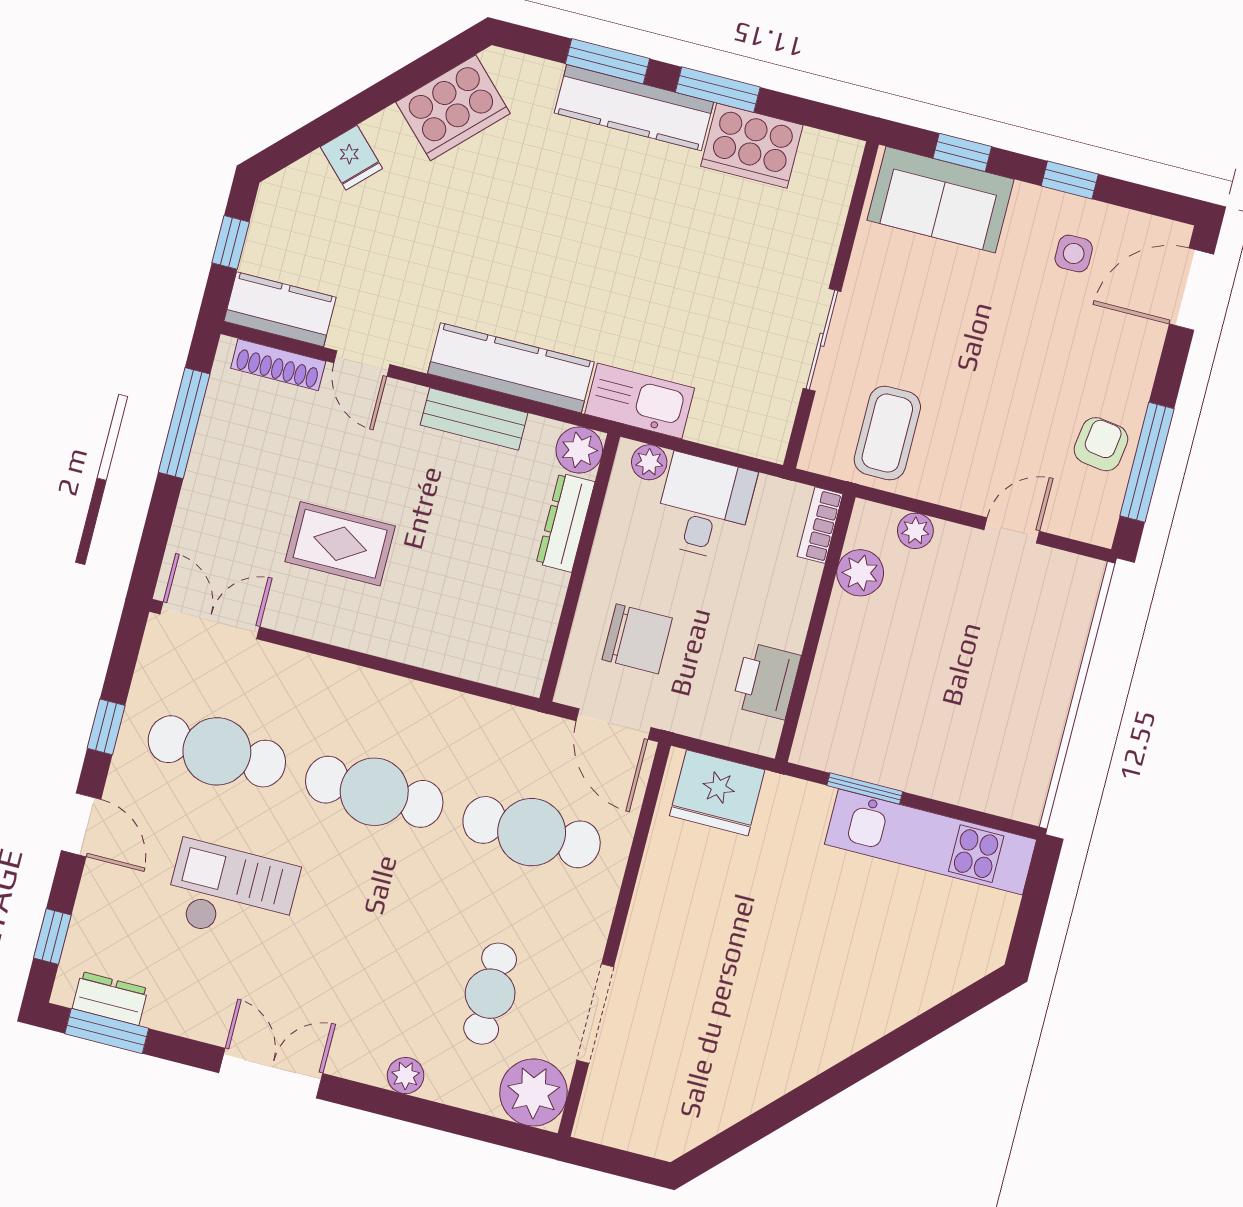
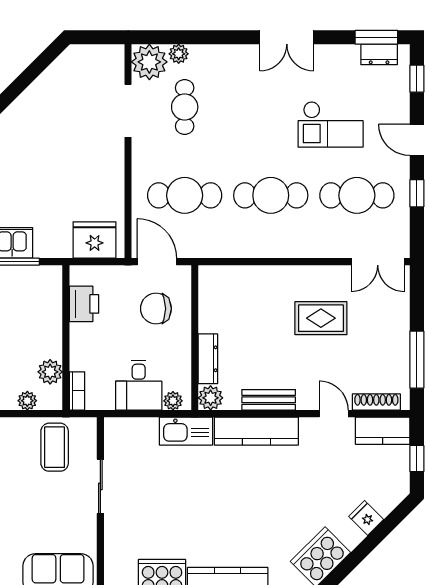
plant: (406, 1076) -> (179, 54), moved

